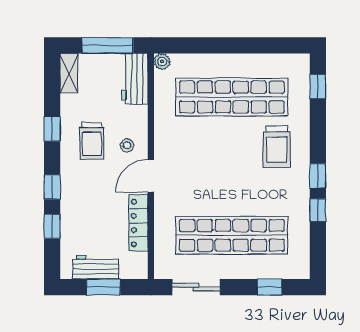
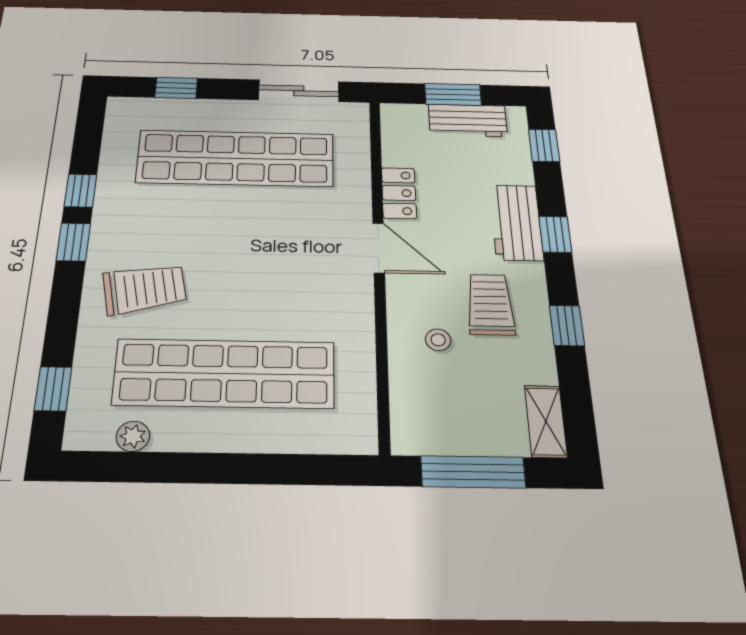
plant: (162, 61) -> (133, 436), moved
workbench: (135, 79) -> (516, 222), moved, turned 180
stool: (127, 145) -> (438, 340), moved
trolley: (277, 147) -> (145, 289), turned 79
door: (151, 176) -> (379, 248), hinge flipped
locker: (139, 223) -> (399, 193), width x0.66
window: (52, 226) -> (544, 145), moved

